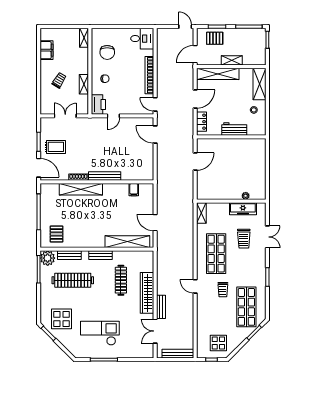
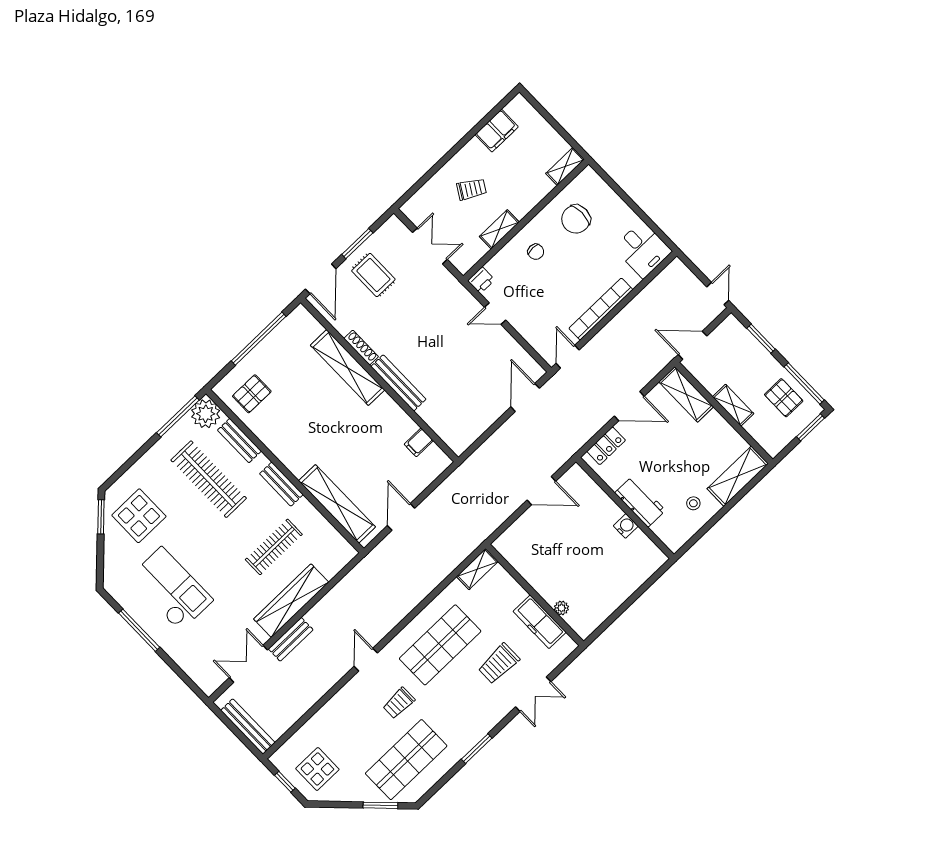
pallet: (215, 38) -> (784, 398), moved
shelving: (218, 74) -> (686, 394), width x0.68
printer: (98, 104) -> (481, 280), width x0.53, depth x0.68
water cooler: (238, 143) -> (626, 526), added

